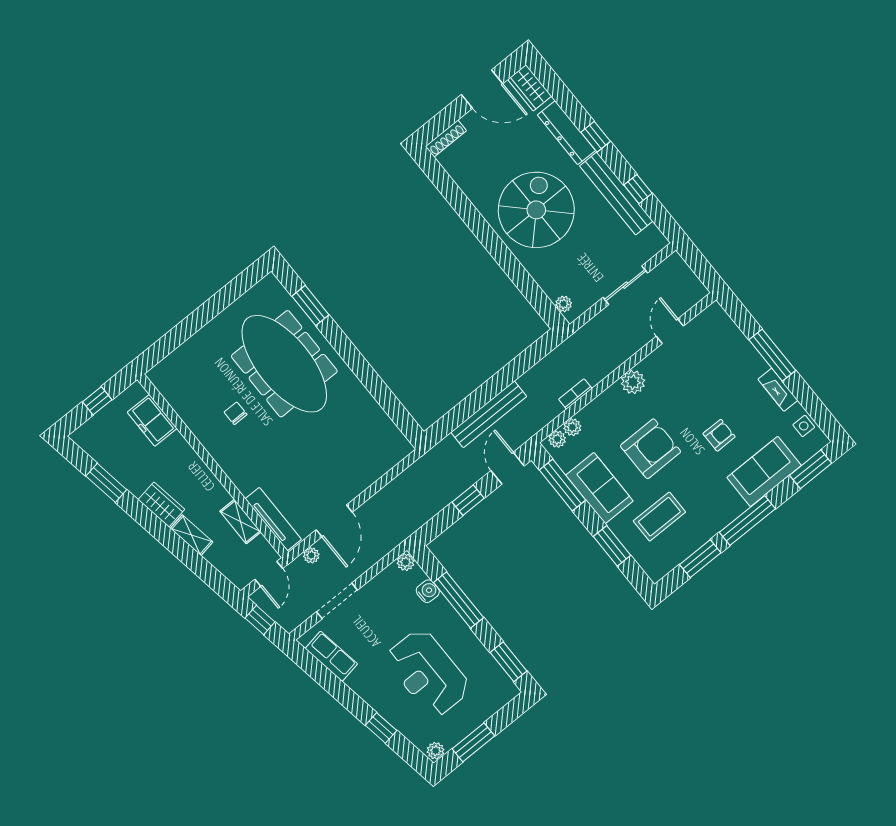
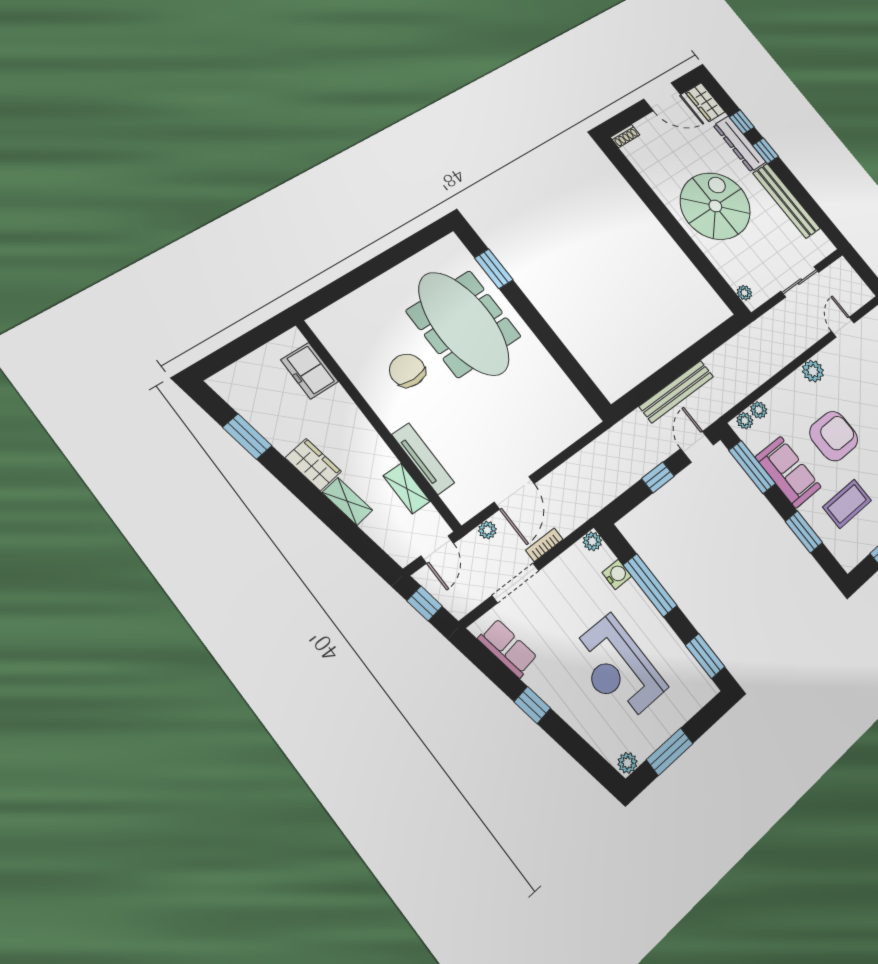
shoe rack: (446, 138) -> (625, 136), width x0.70
window: (638, 189) -> (742, 122), moved
bookcase: (575, 394) -> (544, 545), moved
window: (97, 401) -> (245, 345), removed
chair: (236, 413) -> (407, 370), width x1.87, depth x1.87
tv unit: (273, 519) -> (423, 459), moved
window: (381, 728) -> (532, 705), moved

